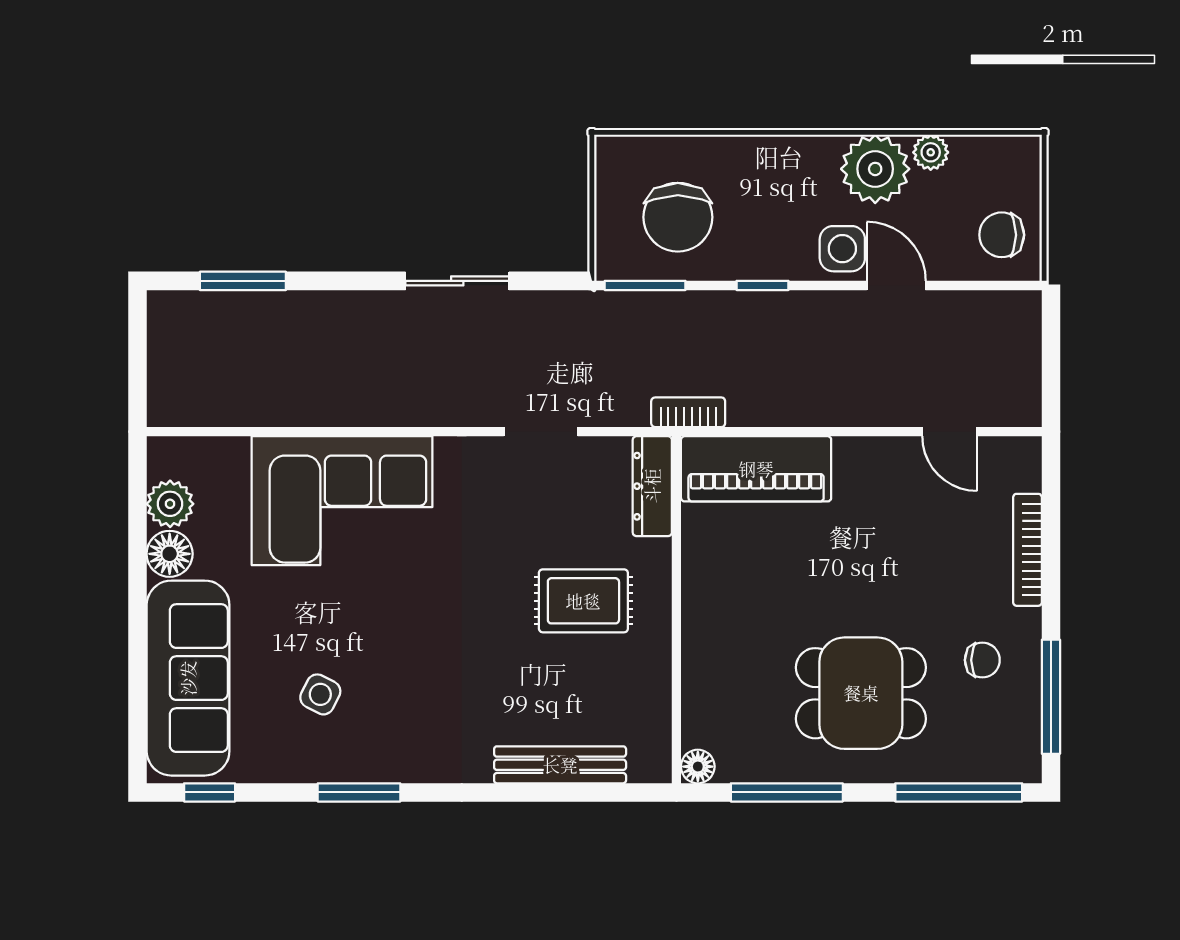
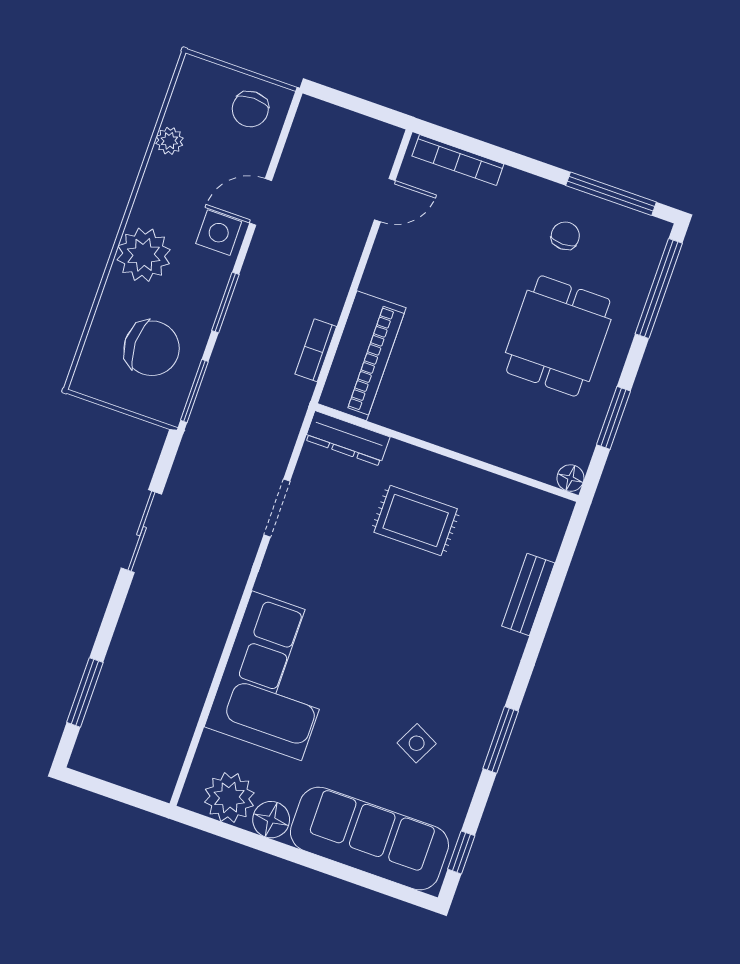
plant: (875, 169) -> (144, 255), moved
window: (763, 285) -> (225, 302), width x1.50
bookcase: (688, 412) -> (316, 350), moved
plant: (170, 504) -> (229, 797), width x1.36, depth x1.36
bookcase: (1027, 550) -> (458, 160), moved
rug: (583, 601) -> (416, 520), turned 90
bench: (560, 765) -> (528, 595), width x0.73
window: (787, 792) -> (613, 418), width x0.69

